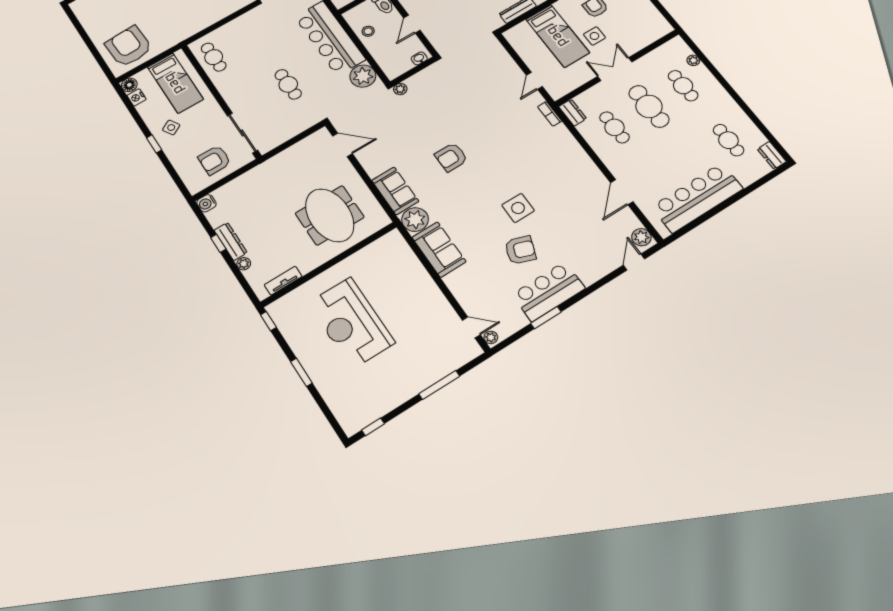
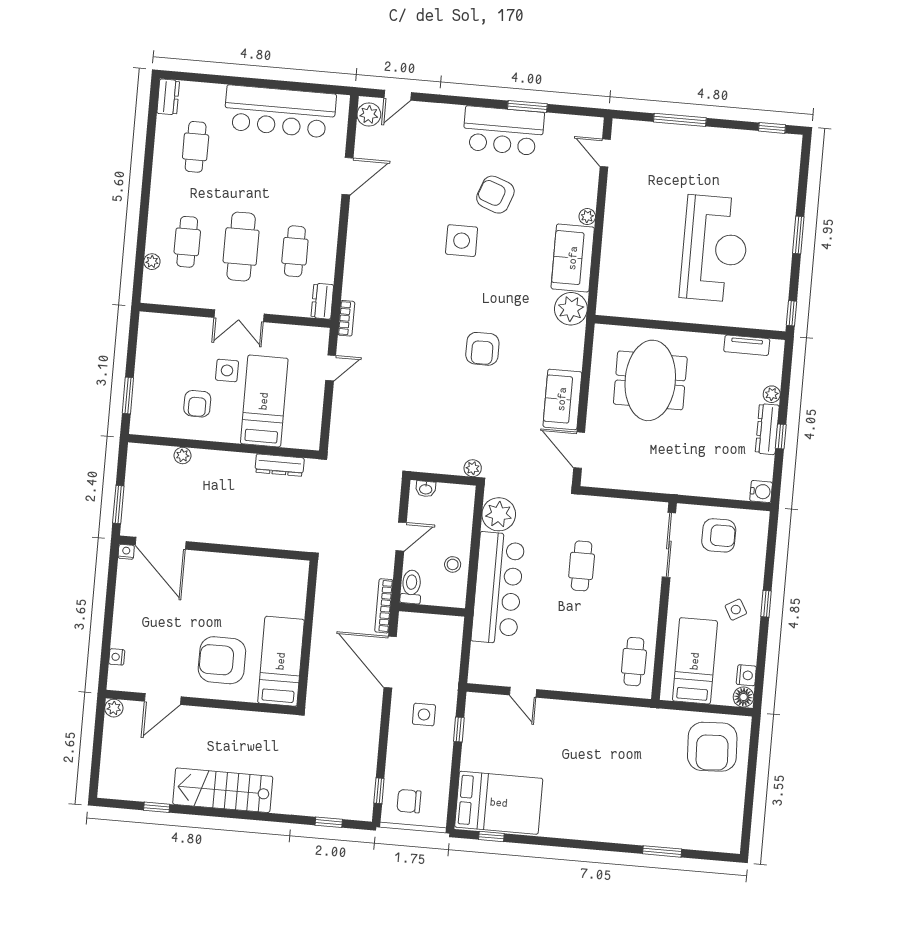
armchair: (451, 157) -> (482, 349), turned 90
sofa: (395, 191) -> (562, 399), moved
plant: (491, 337) -> (587, 217), moved

